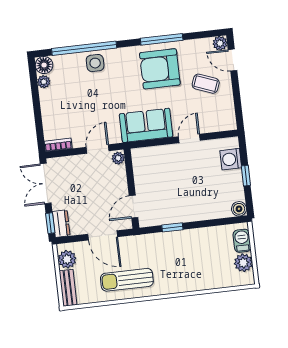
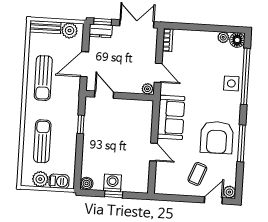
armchair: (160, 69) -> (217, 137), turned 180
washing machine: (231, 159) -> (112, 183), moved
sun lounger: (200, 268) -> (42, 141), added
sun lounger: (127, 280) -> (43, 78), turned 180

